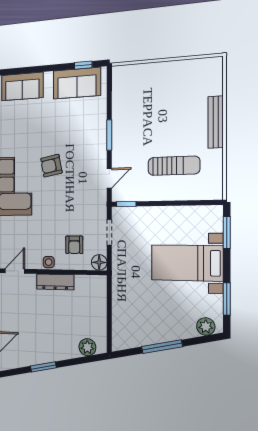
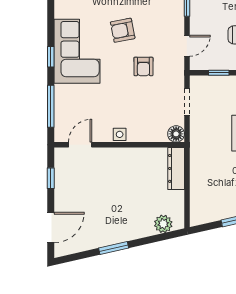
window: (126, 204) -> (219, 73), moved
armchair: (74, 245) -> (143, 66), moved
dresser: (55, 282) -> (176, 168), moved, turned 90

